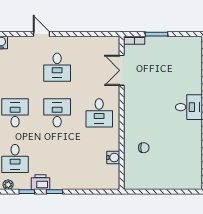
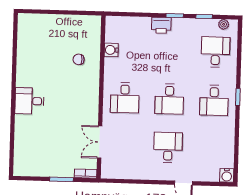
double door: (122, 70) -> (100, 142), swing flipped
desk: (99, 113) -> (125, 98), turned 180
printer: (40, 182) -> (161, 25), moved

